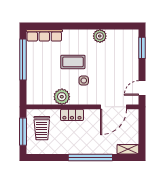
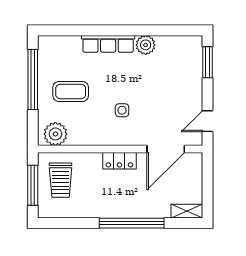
row of seats: (44, 35) -> (108, 44), moved
coffee table: (73, 62) -> (71, 91), moved
plant: (62, 97) -> (55, 134), moved
locker: (72, 115) -> (119, 161), moved

